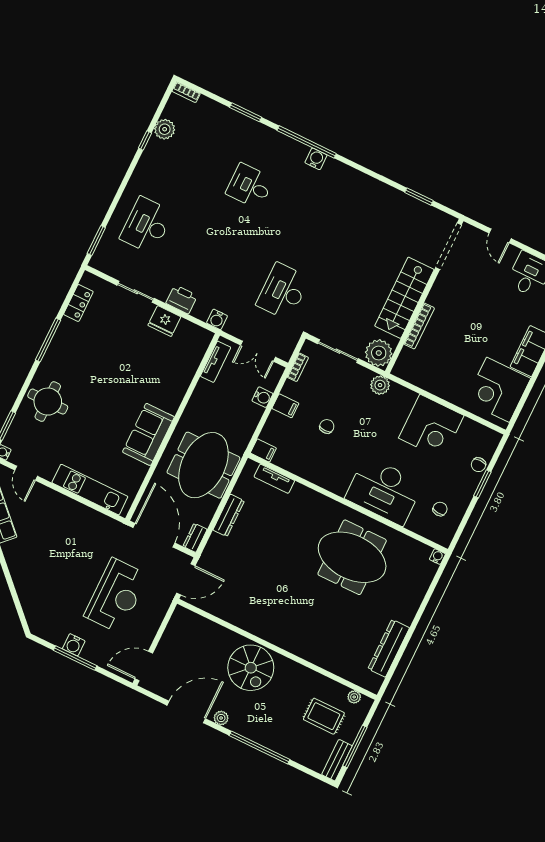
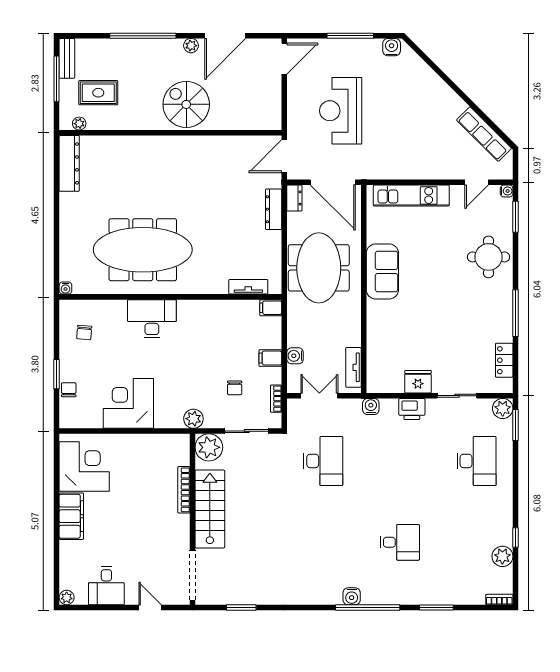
plant: (101, 261) -> (503, 409), added
chair: (327, 426) -> (235, 388), moved
door: (26, 473) -> (477, 182), swing flipped
desk: (384, 491) -> (152, 319), width x0.73, depth x0.77
dresser: (229, 515) -> (274, 209), moved
meeting table: (352, 557) -> (143, 250), width x1.36
water cooler: (74, 645) -> (392, 47), moved
dresser: (389, 648) -> (69, 163), moved

